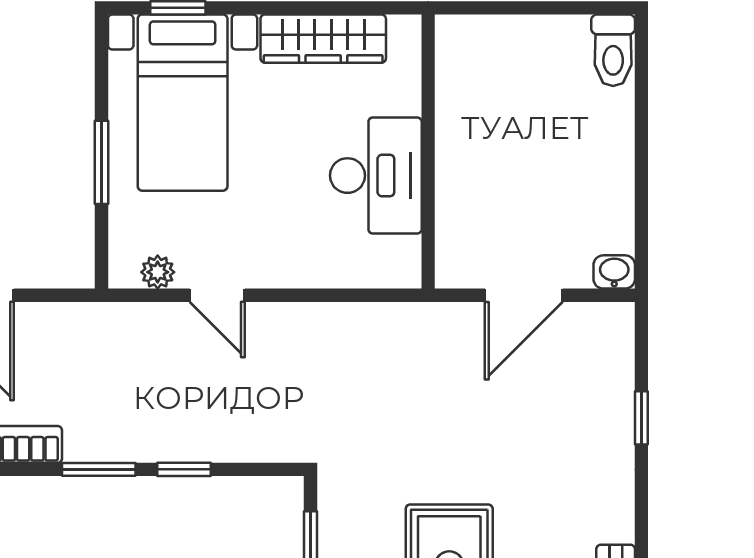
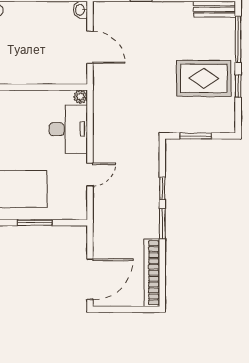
desk: (376, 176) -> (68, 129), moved, turned 90
plant: (158, 272) -> (80, 97), moved

